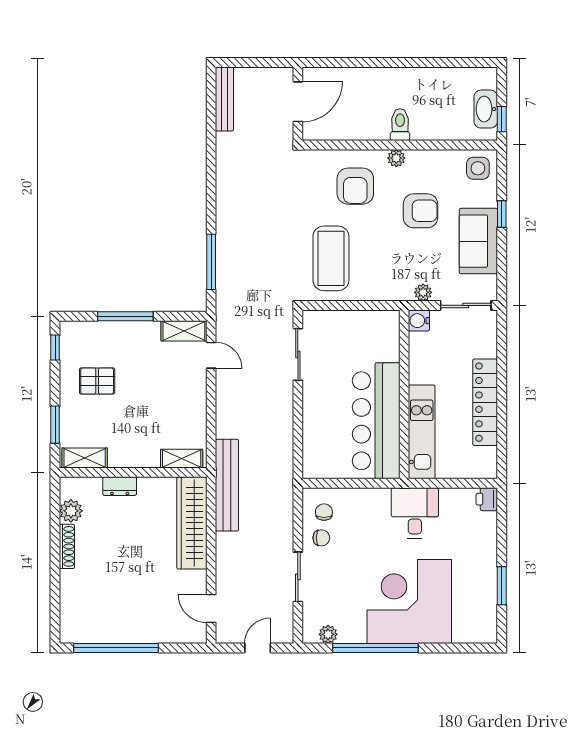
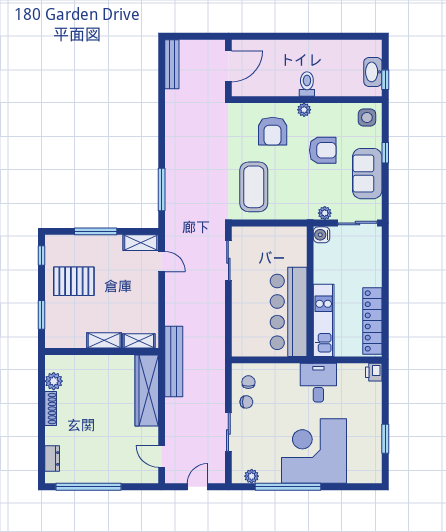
pallet: (97, 381) -> (74, 281), width x1.50, depth x1.42
locker: (485, 402) -> (372, 321), moved
shelving: (85, 458) -> (104, 340), moved
dresser: (120, 486) -> (52, 458), moved, turned -90

